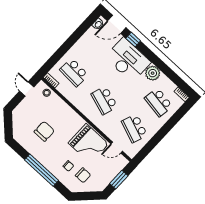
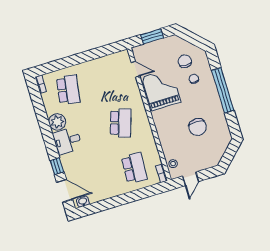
desk: (128, 60) -> (67, 141), width x0.53, depth x0.77
school desk: (134, 128) -> (107, 78), removed
chair: (44, 131) -> (198, 127), turned -90

